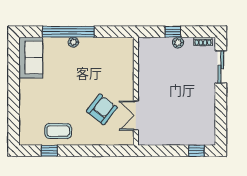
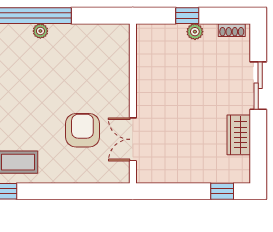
sliding door: (221, 67) -> (258, 86), moved
armchair: (102, 109) -> (82, 130), turned -38
wardrobe: (208, 112) -> (239, 135), added

